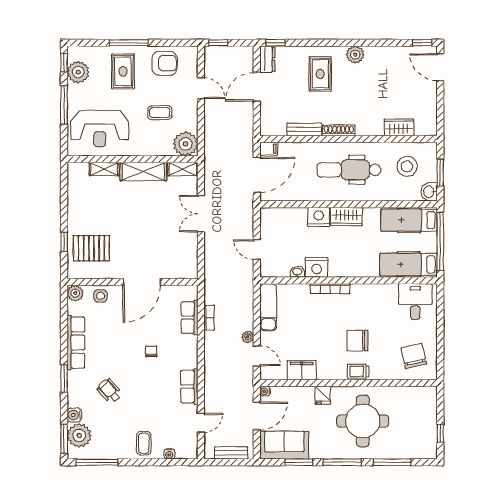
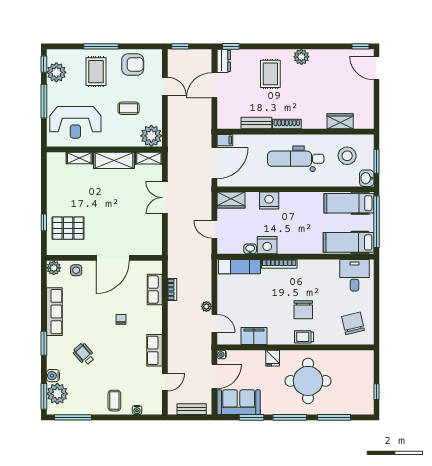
wardrobe: (346, 217) -> (231, 200), moved
exam couch: (268, 307) -> (239, 267), moved, turned 90
chair: (357, 341) -> (303, 310), turned -90

